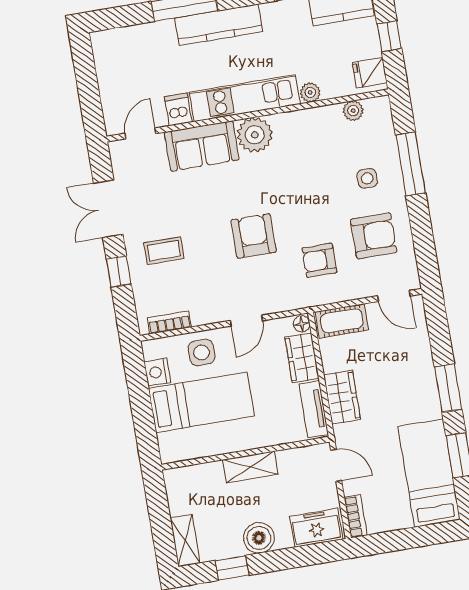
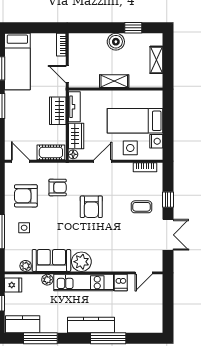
sofa: (202, 146) -> (51, 260), moved
freezer: (316, 528) -> (84, 42), removed
shelving: (185, 540) -> (156, 60), moved

